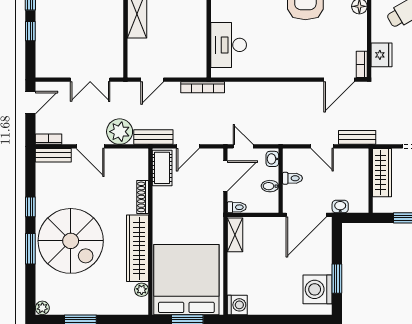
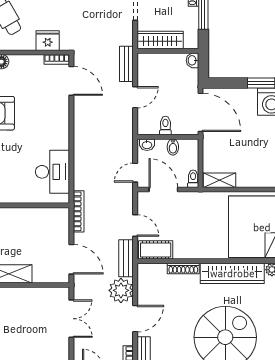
desk: (229, 45) -> (53, 172), moved, turned -90
door: (152, 80) -> (71, 259), width x1.38
washbasin: (340, 207) -> (192, 60), moved

